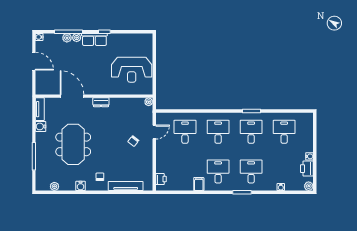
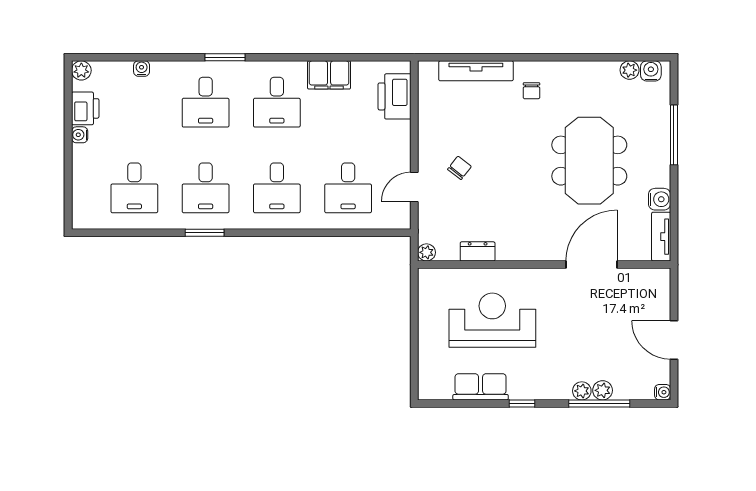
row of seats: (94, 39) -> (481, 387), moved
reception desk: (132, 70) -> (492, 320), moved
door: (72, 96) -> (592, 265), swing flipped
dresser: (101, 102) -> (478, 251), moved
printer: (161, 179) -> (395, 96), width x1.87, depth x1.48
filing cabinet: (199, 184) -> (329, 75), width x2.00
water cooler: (81, 186) -> (651, 71), moved

